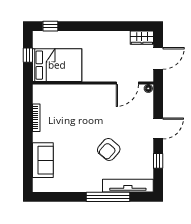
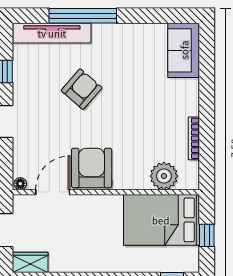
plant: (56, 93) -> (164, 176), added
armchair: (102, 99) -> (92, 168), added
sofa: (43, 160) -> (184, 50), moved

